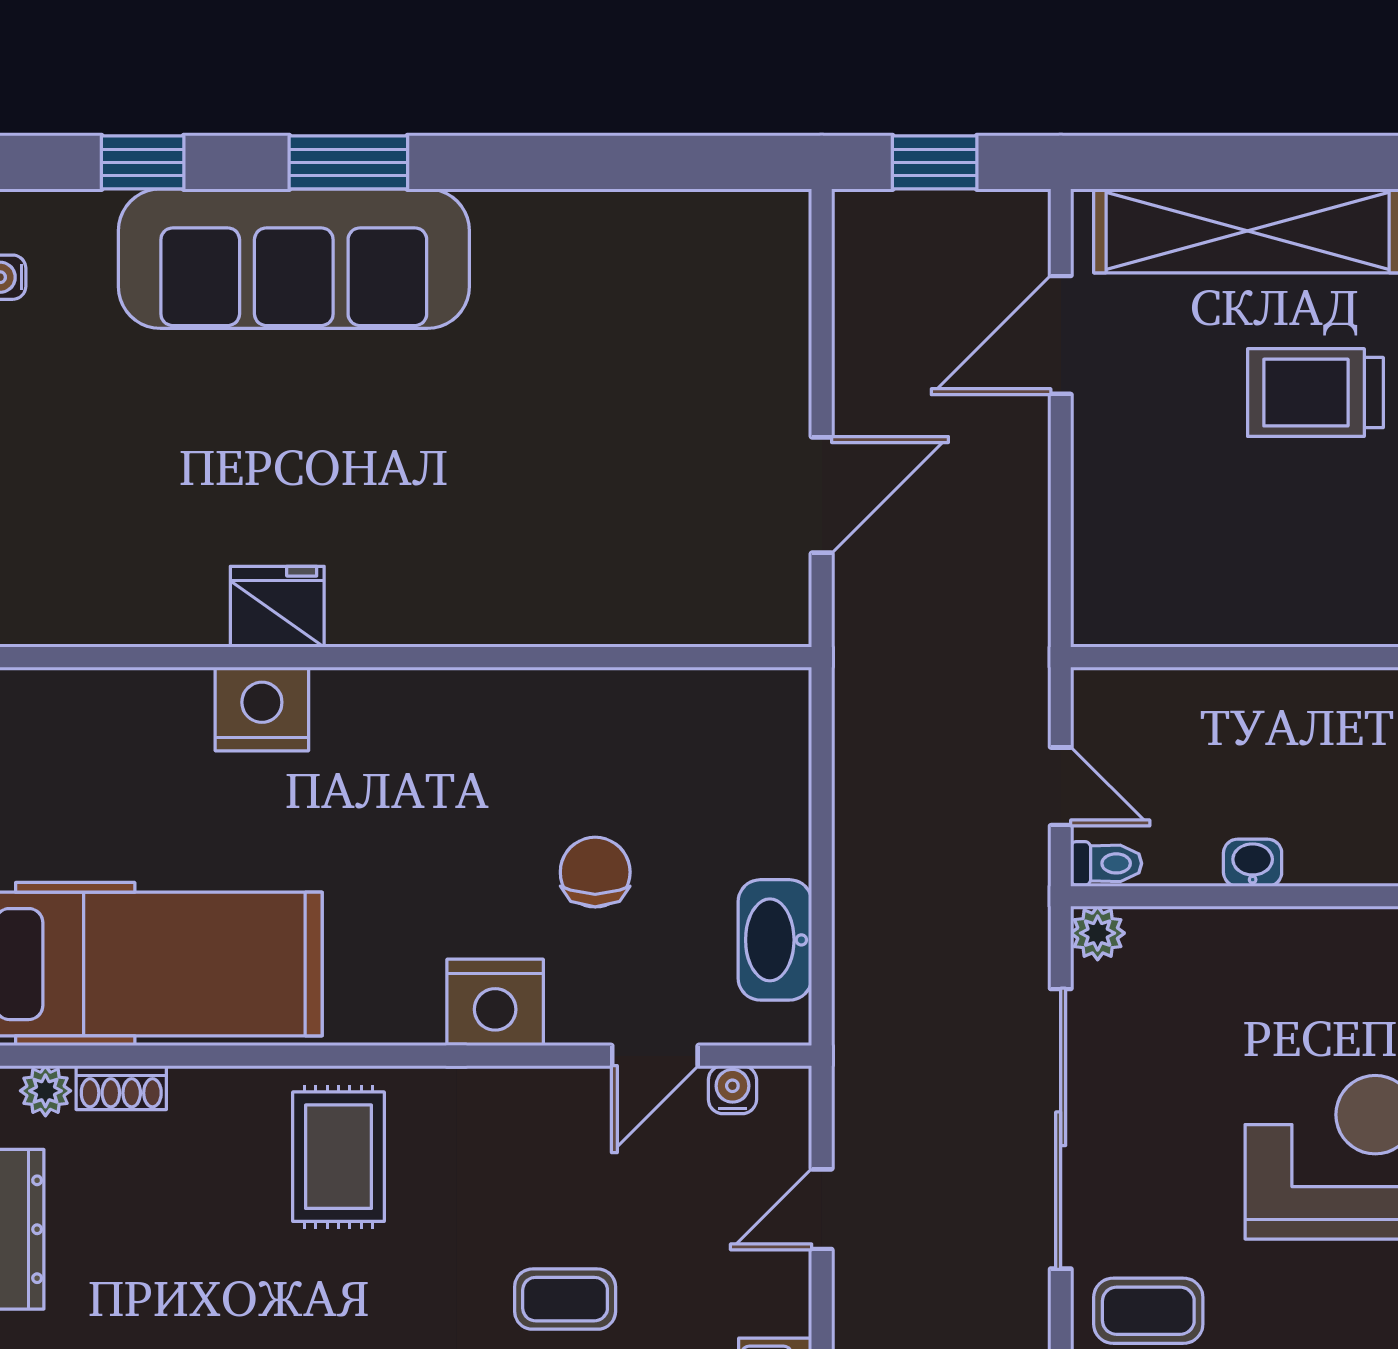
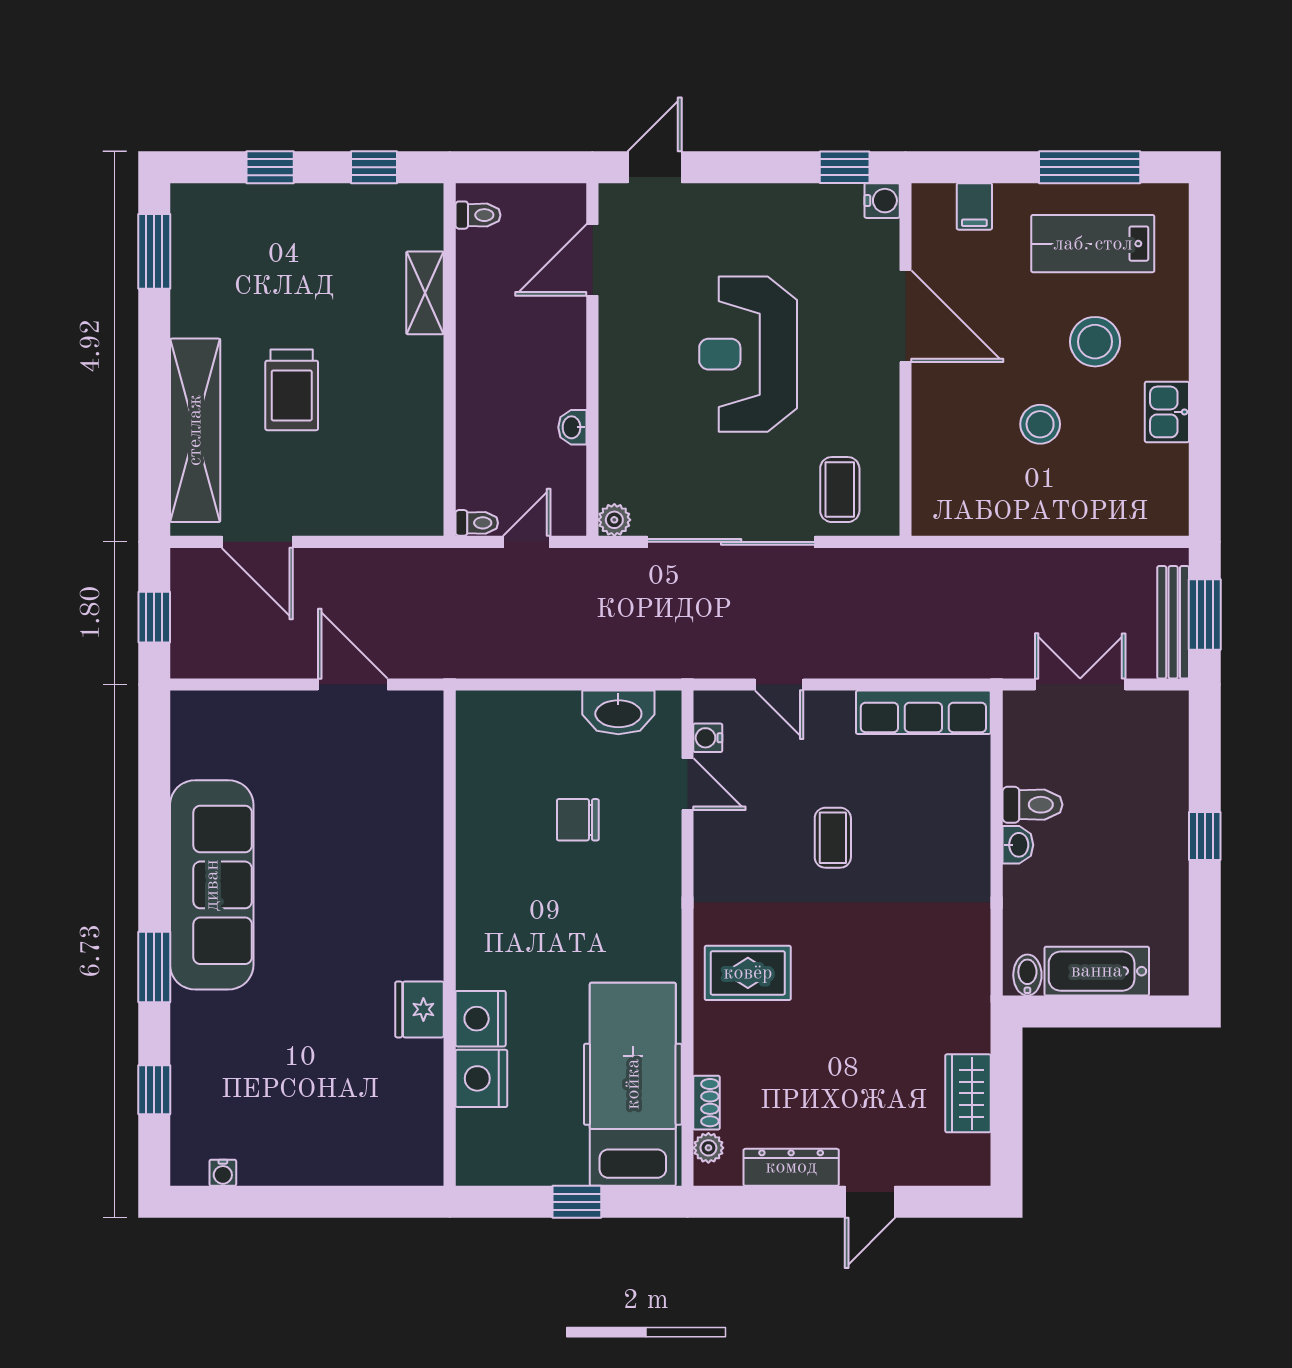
sofa: (294, 259) -> (212, 885), moved
toilet: (1106, 863) -> (477, 523), moved, turned 90
nightstand: (495, 1002) -> (481, 1078), moved, turned 180

